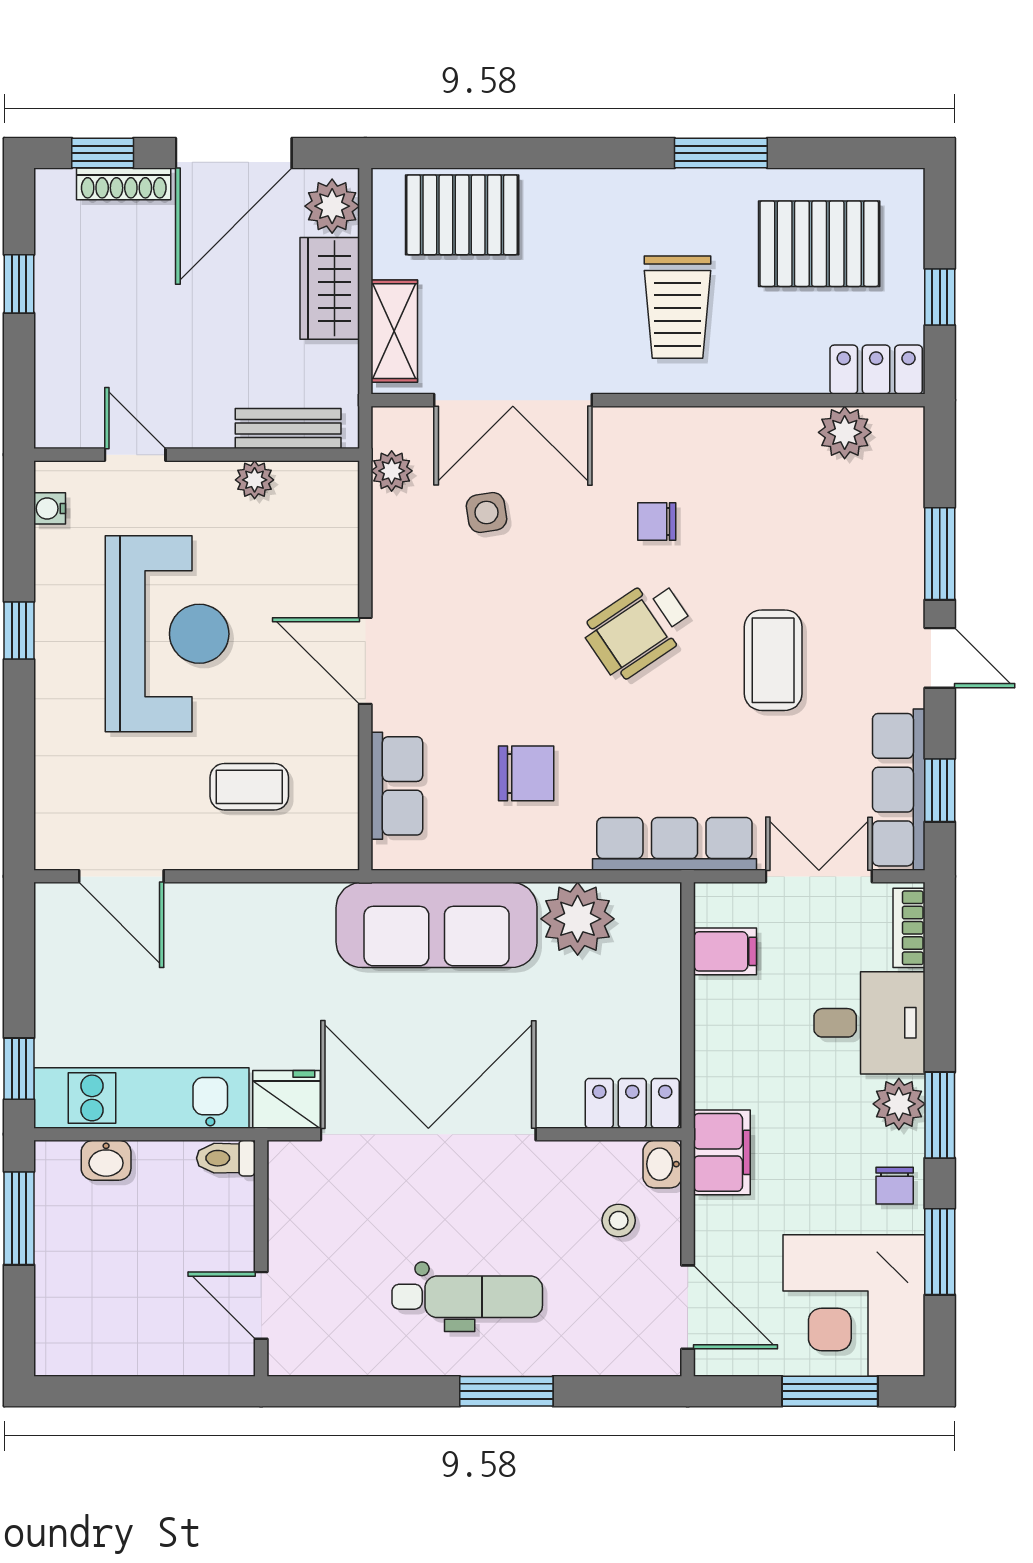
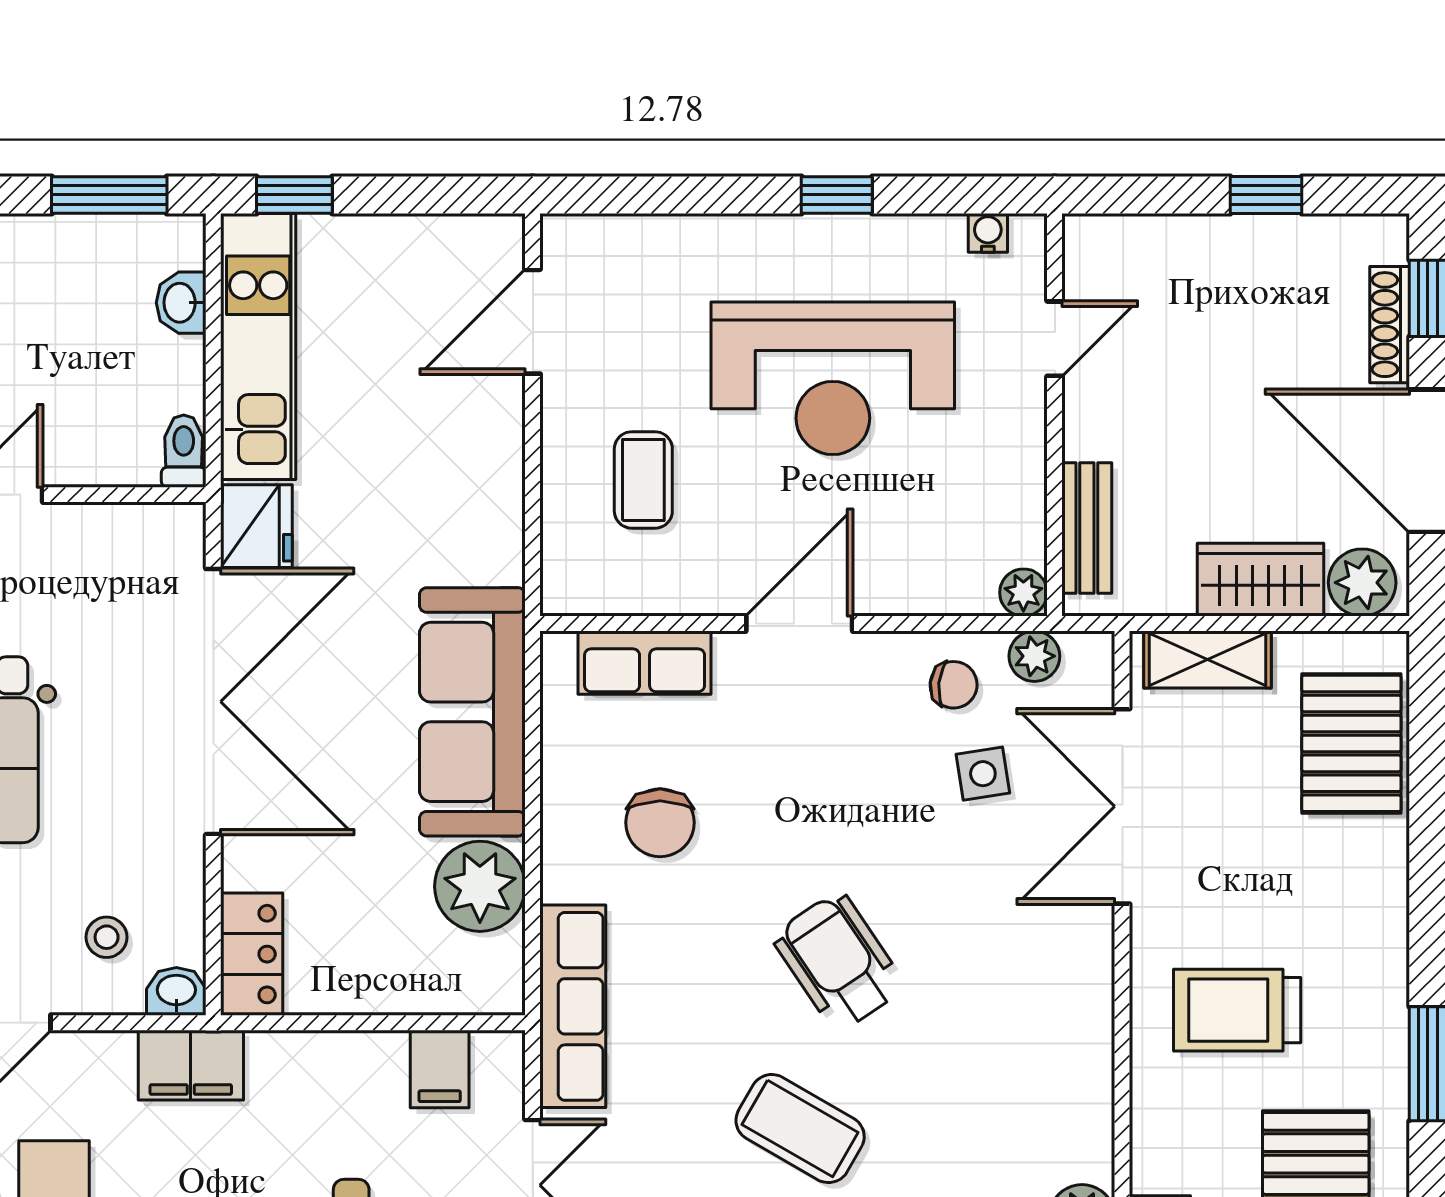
plant: (255, 480) -> (1023, 593), moved
chair: (657, 522) -> (954, 685), moved, turned 96
coffee table: (773, 660) -> (800, 1129), turned 30

